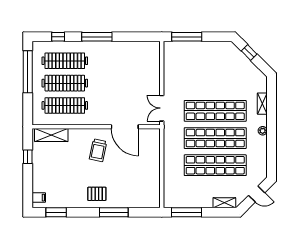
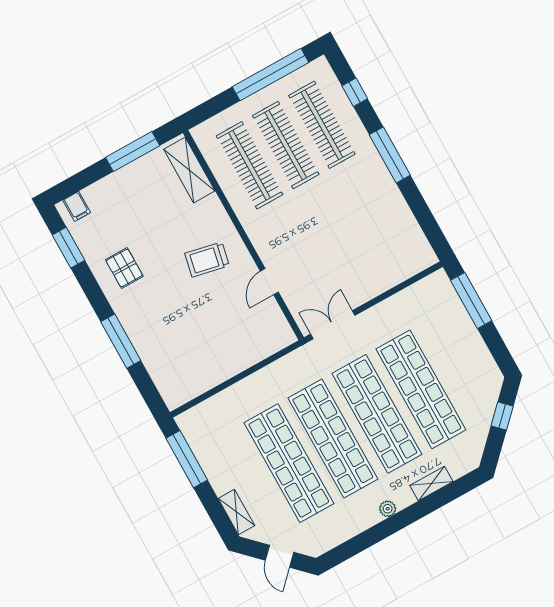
shop shelf: (215, 84) -> (421, 389), added
door: (125, 127) -> (269, 282), width x0.53
window: (28, 157) -> (133, 152), width x2.17
pallet: (97, 194) -> (124, 268), moved

